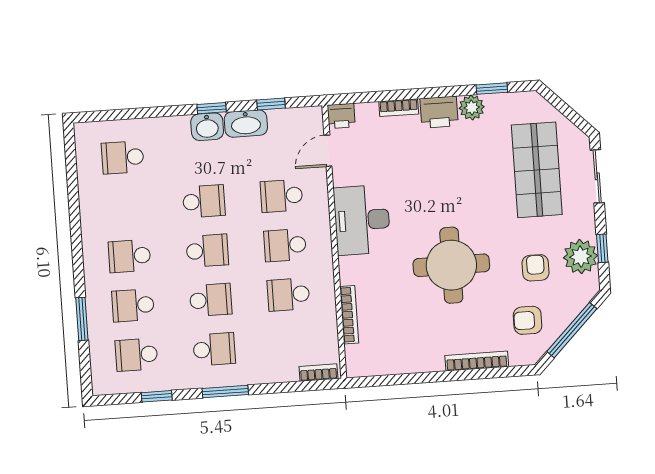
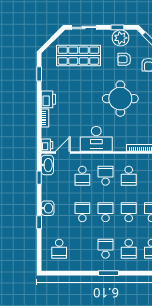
window: (212, 108) -> (39, 222), moved
plant: (472, 108) -> (47, 84), removed
washbasin: (246, 123) -> (47, 165), moved
door: (328, 151) -> (63, 153), swing flipped
school desk: (285, 245) -> (106, 176), turned 180
school desk: (130, 256) -> (106, 249), turned 180
window: (82, 319) -> (108, 273), moved

